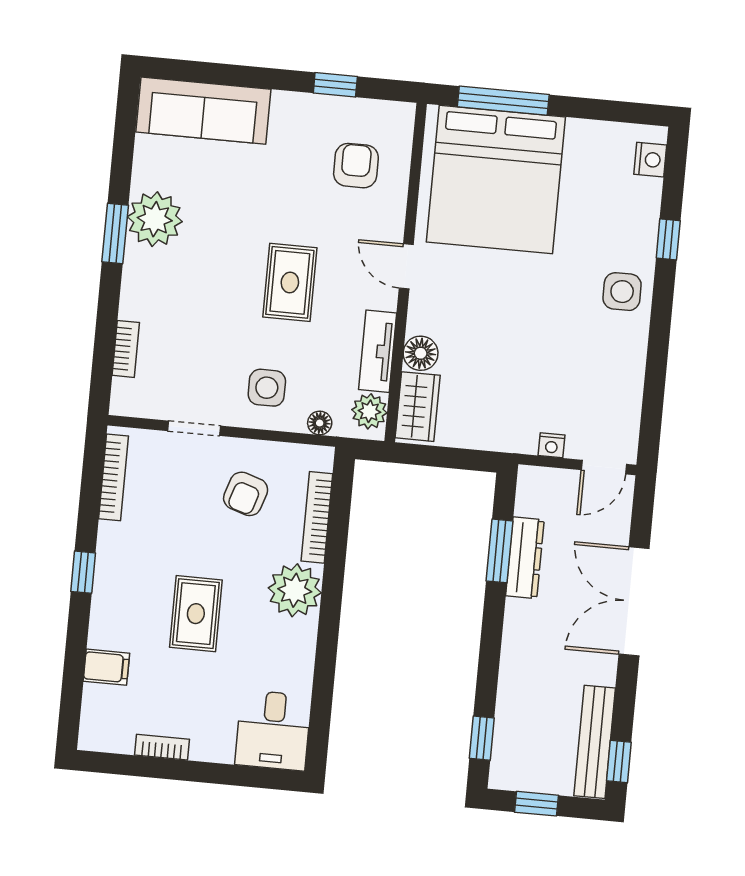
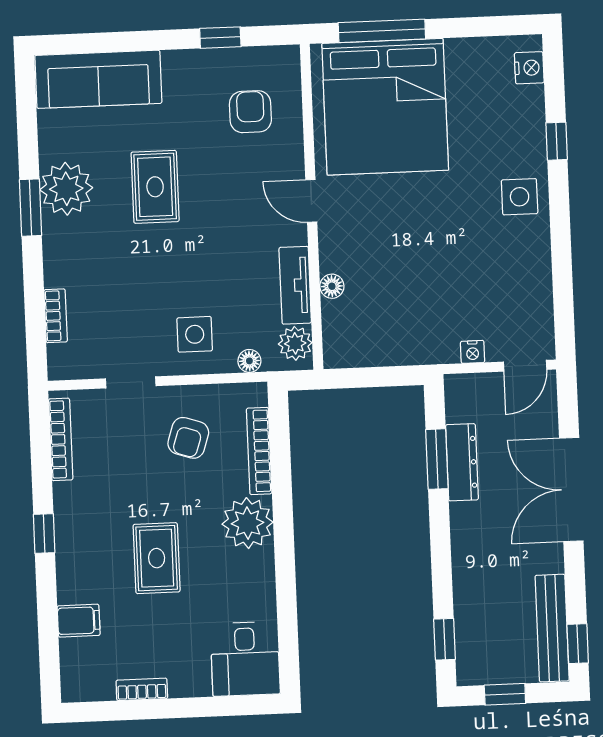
rug: (290, 282) -> (155, 187), moved
floor lamp: (421, 353) -> (332, 286), width x0.73, depth x0.73
wardrobe: (418, 407) -> (340, 333), removed

